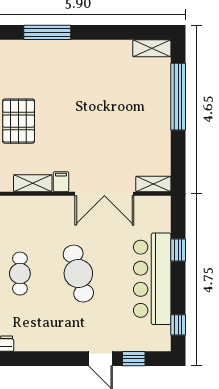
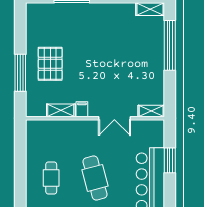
double door: (104, 194) -> (114, 118), width x0.73
window: (178, 250) -> (170, 160), width x1.50

